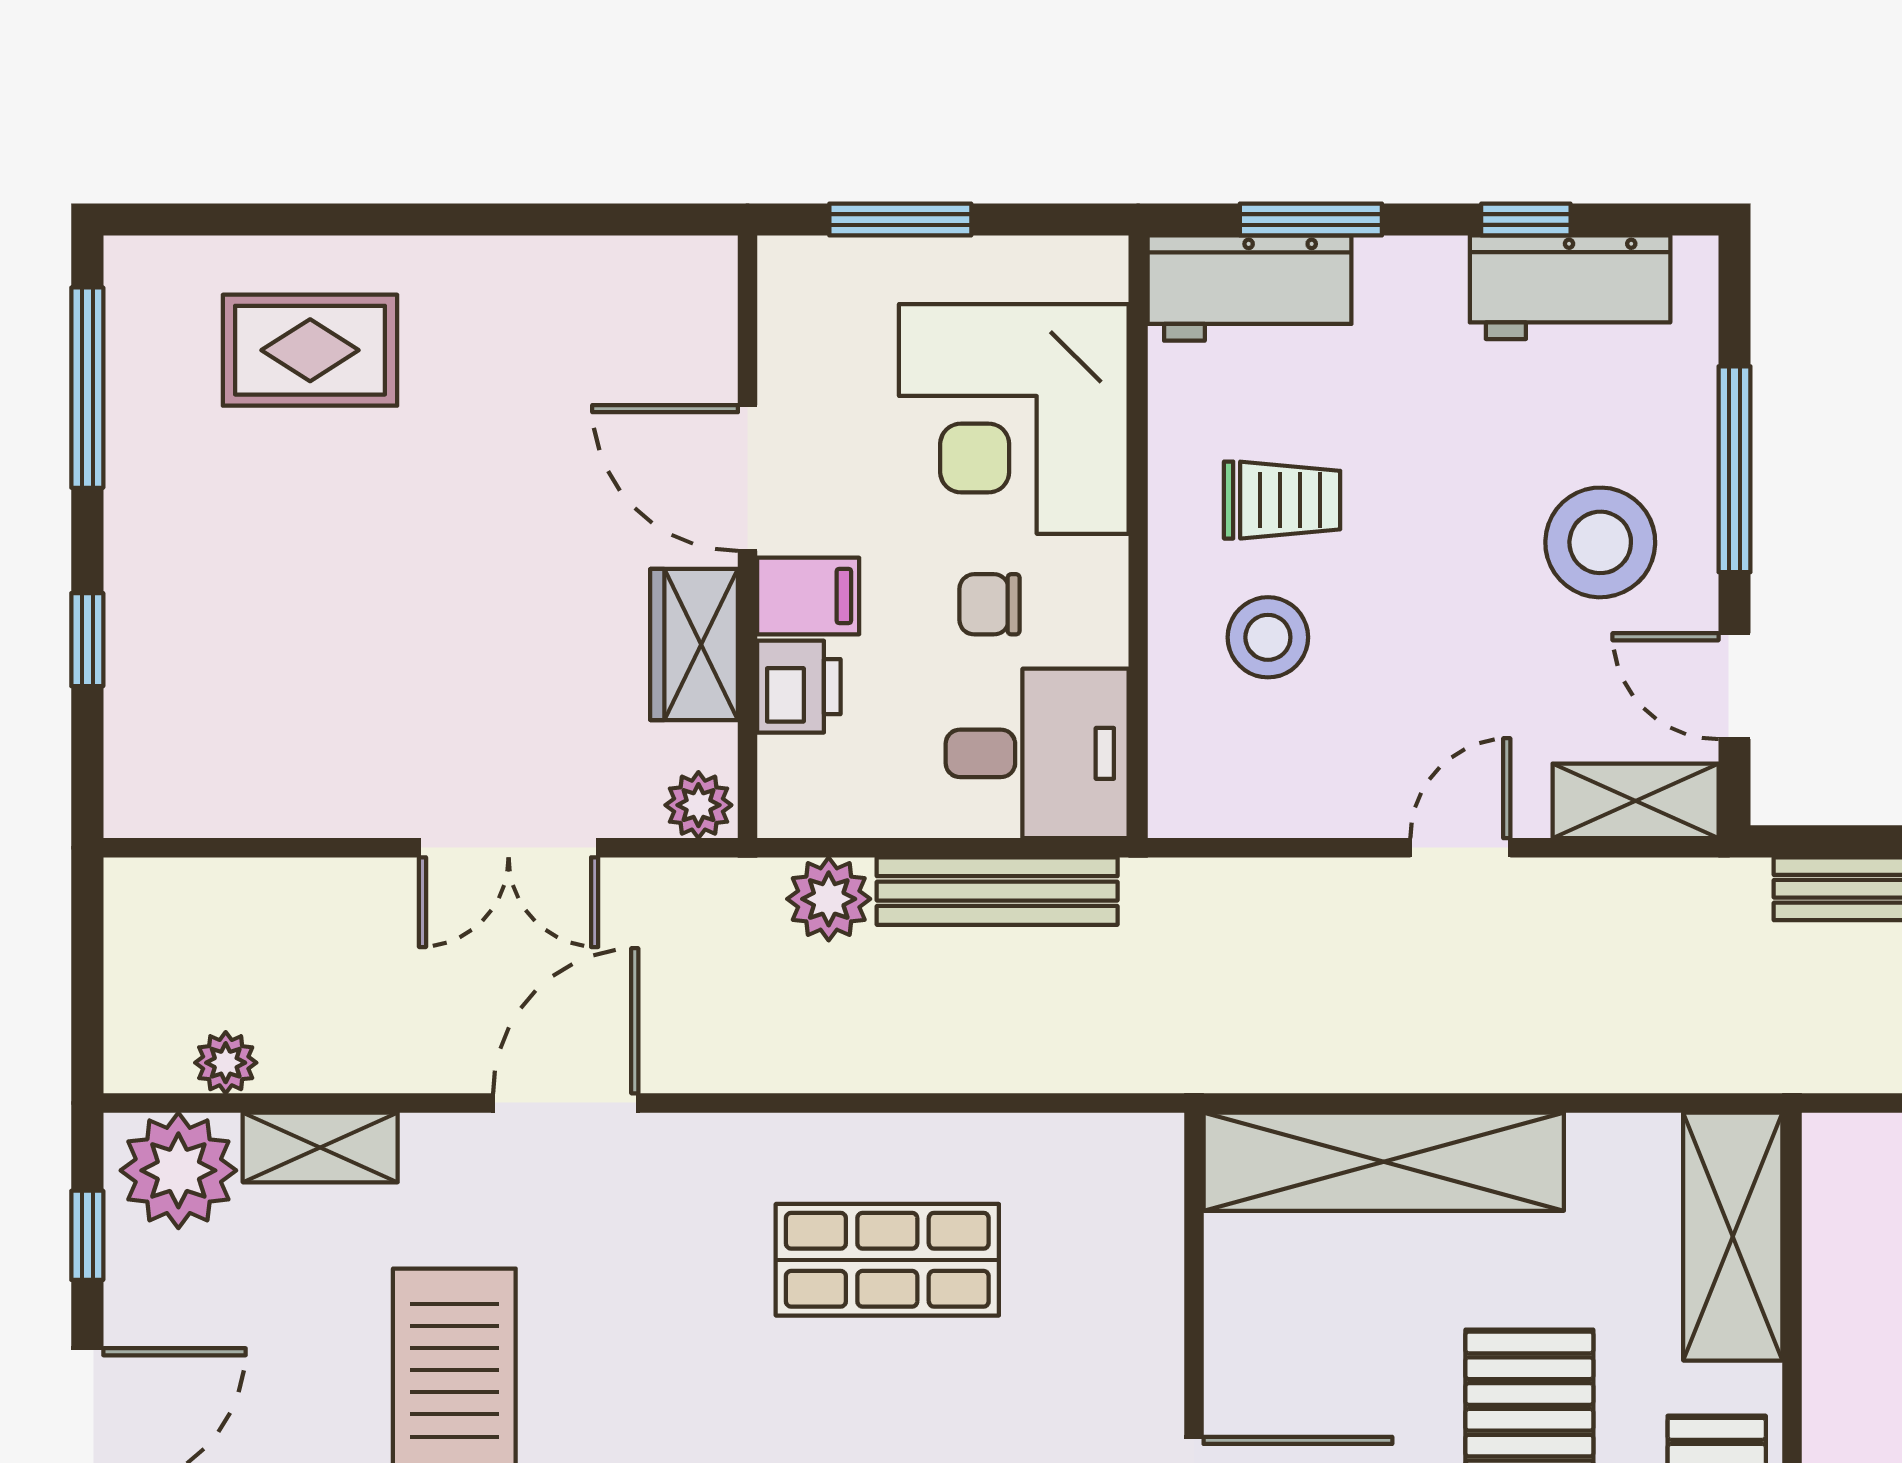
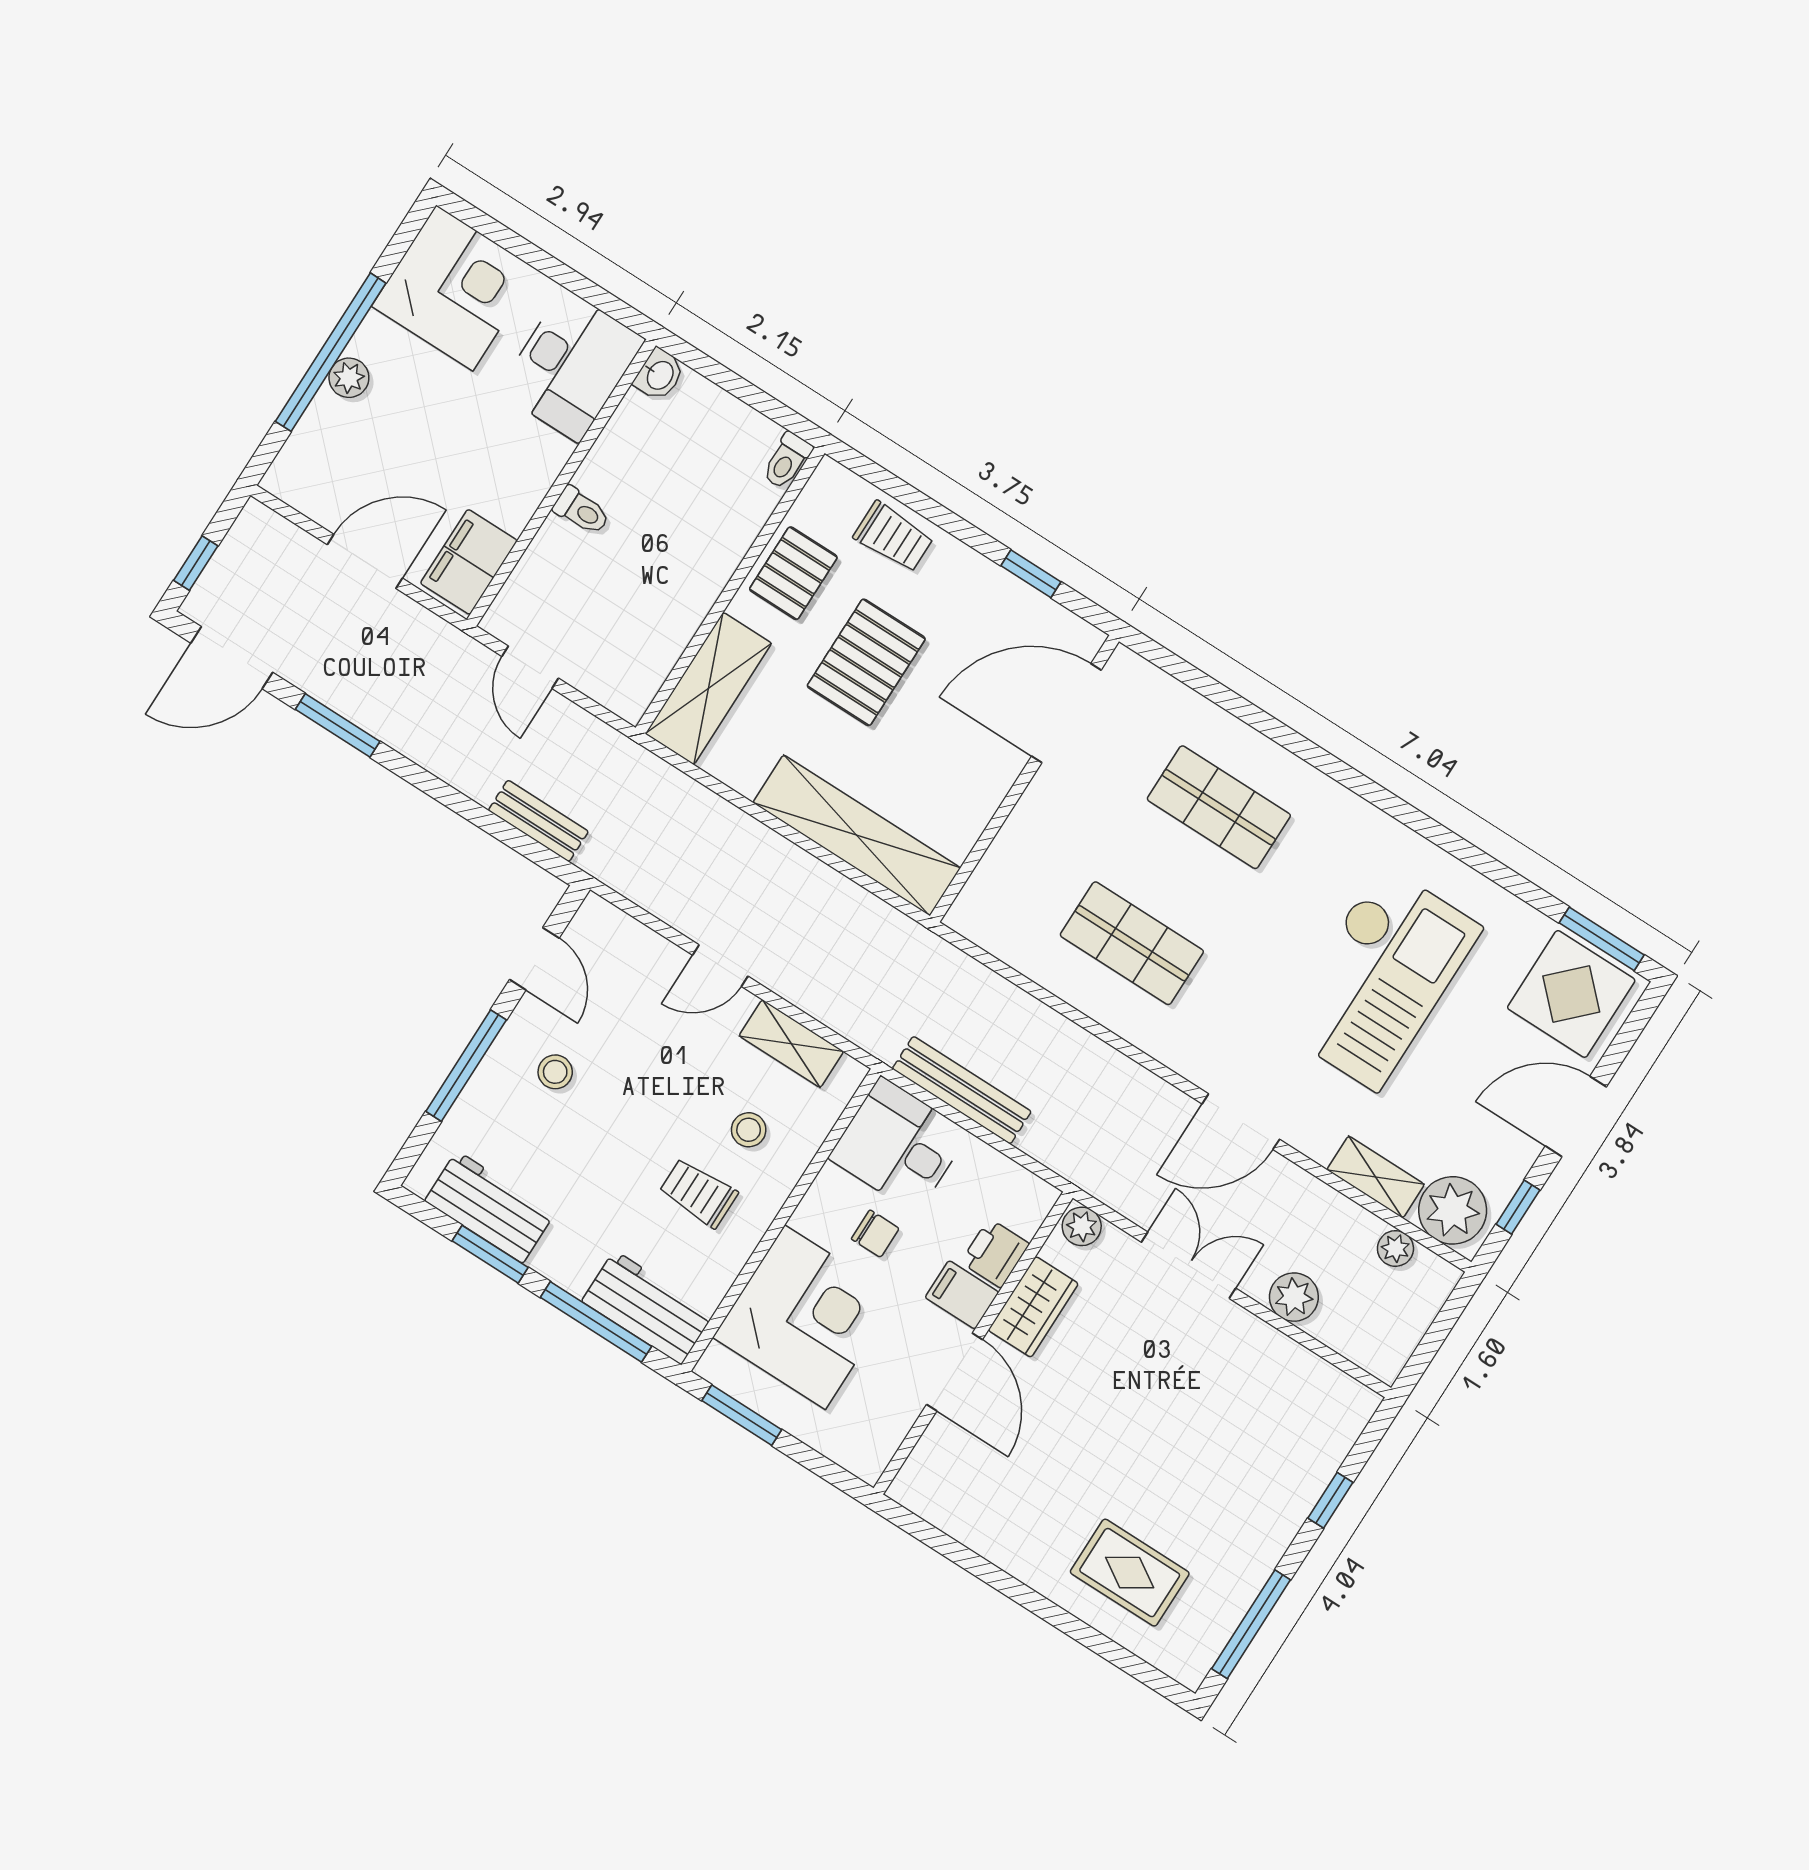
window: (900, 220) -> (742, 1415), moved
window: (1311, 220) -> (596, 1322), width x1.44
window: (1526, 220) -> (490, 1254), width x1.50
stool: (1600, 542) -> (555, 1072), width x0.53, depth x0.53
stool: (1268, 637) -> (749, 1130), width x0.73, depth x0.73
shelving: (1636, 801) -> (791, 1044), moved
plant: (829, 899) -> (1294, 1297), moved

